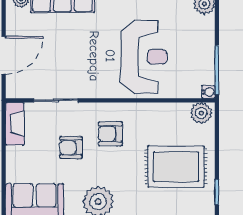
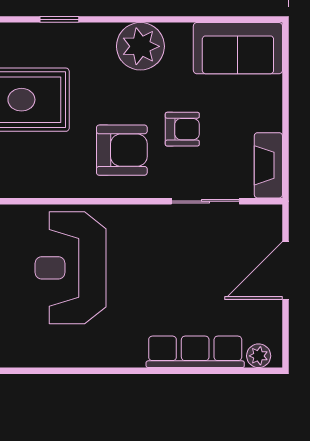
armchair: (110, 134) -> (122, 150), width x1.38, depth x1.38

